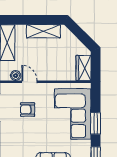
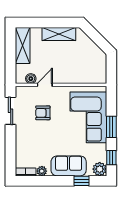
wardrobe: (83, 68) -> (99, 71), removed
door: (29, 82) -> (45, 85), hinge flipped

